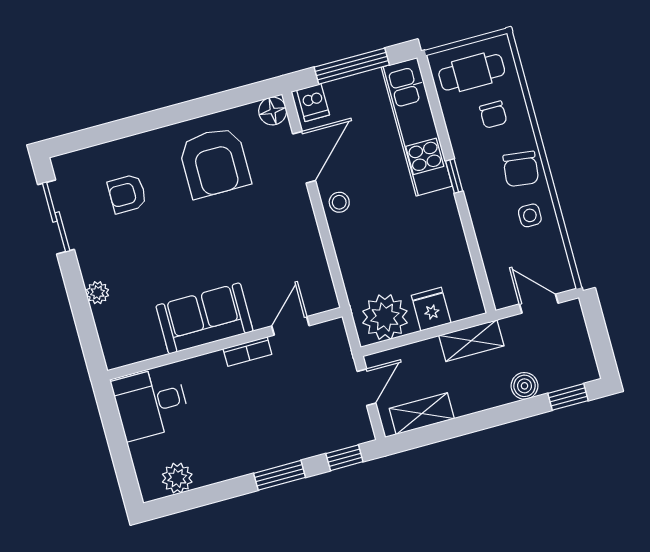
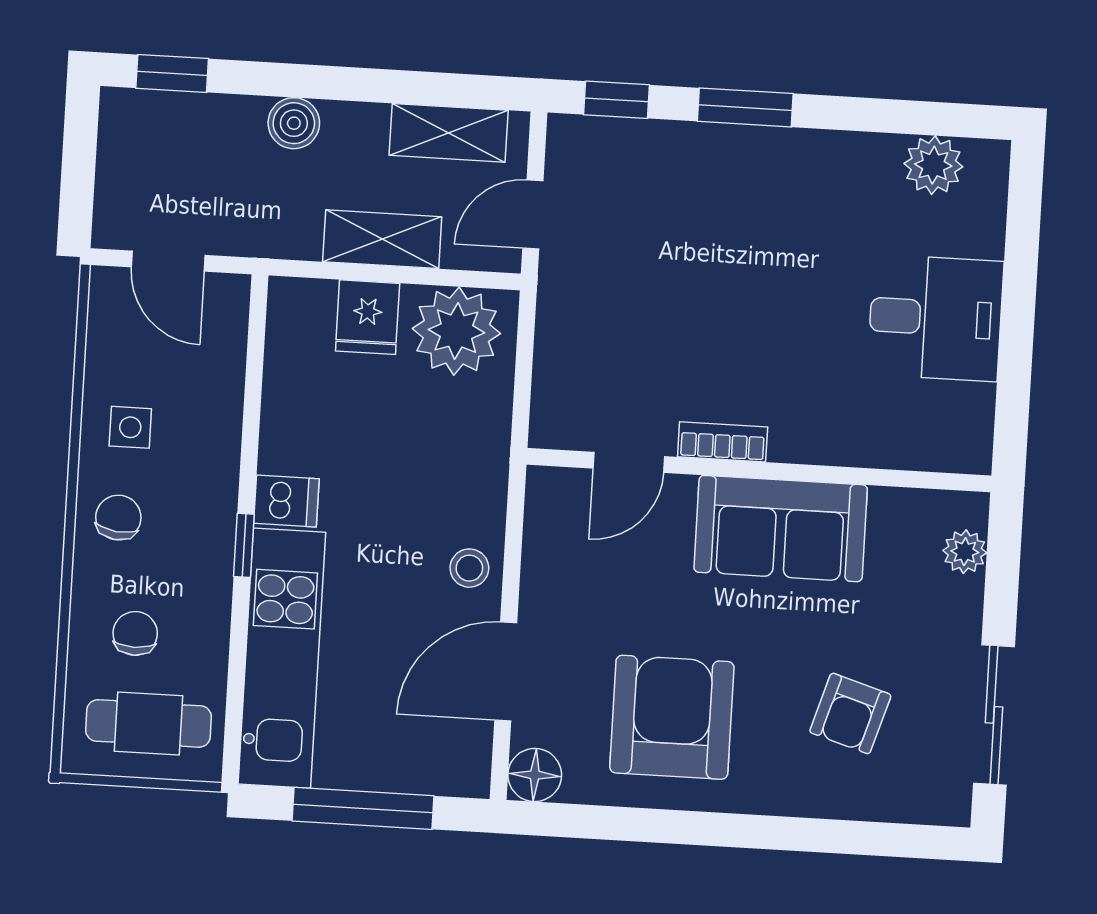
dishwasher: (313, 103) -> (286, 501), moved, turned 90
chair: (521, 169) -> (118, 518), width x0.73, depth x0.73
armchair: (127, 194) -> (850, 713), turned 107
sofa: (204, 318) -> (781, 529), moved
door: (290, 326) -> (629, 462), moved
shelving: (471, 341) -> (382, 239), moved
wall: (225, 344) -> (759, 470), moved
bookcase: (247, 352) -> (723, 442), moved
boiler: (525, 386) -> (294, 123), moved

